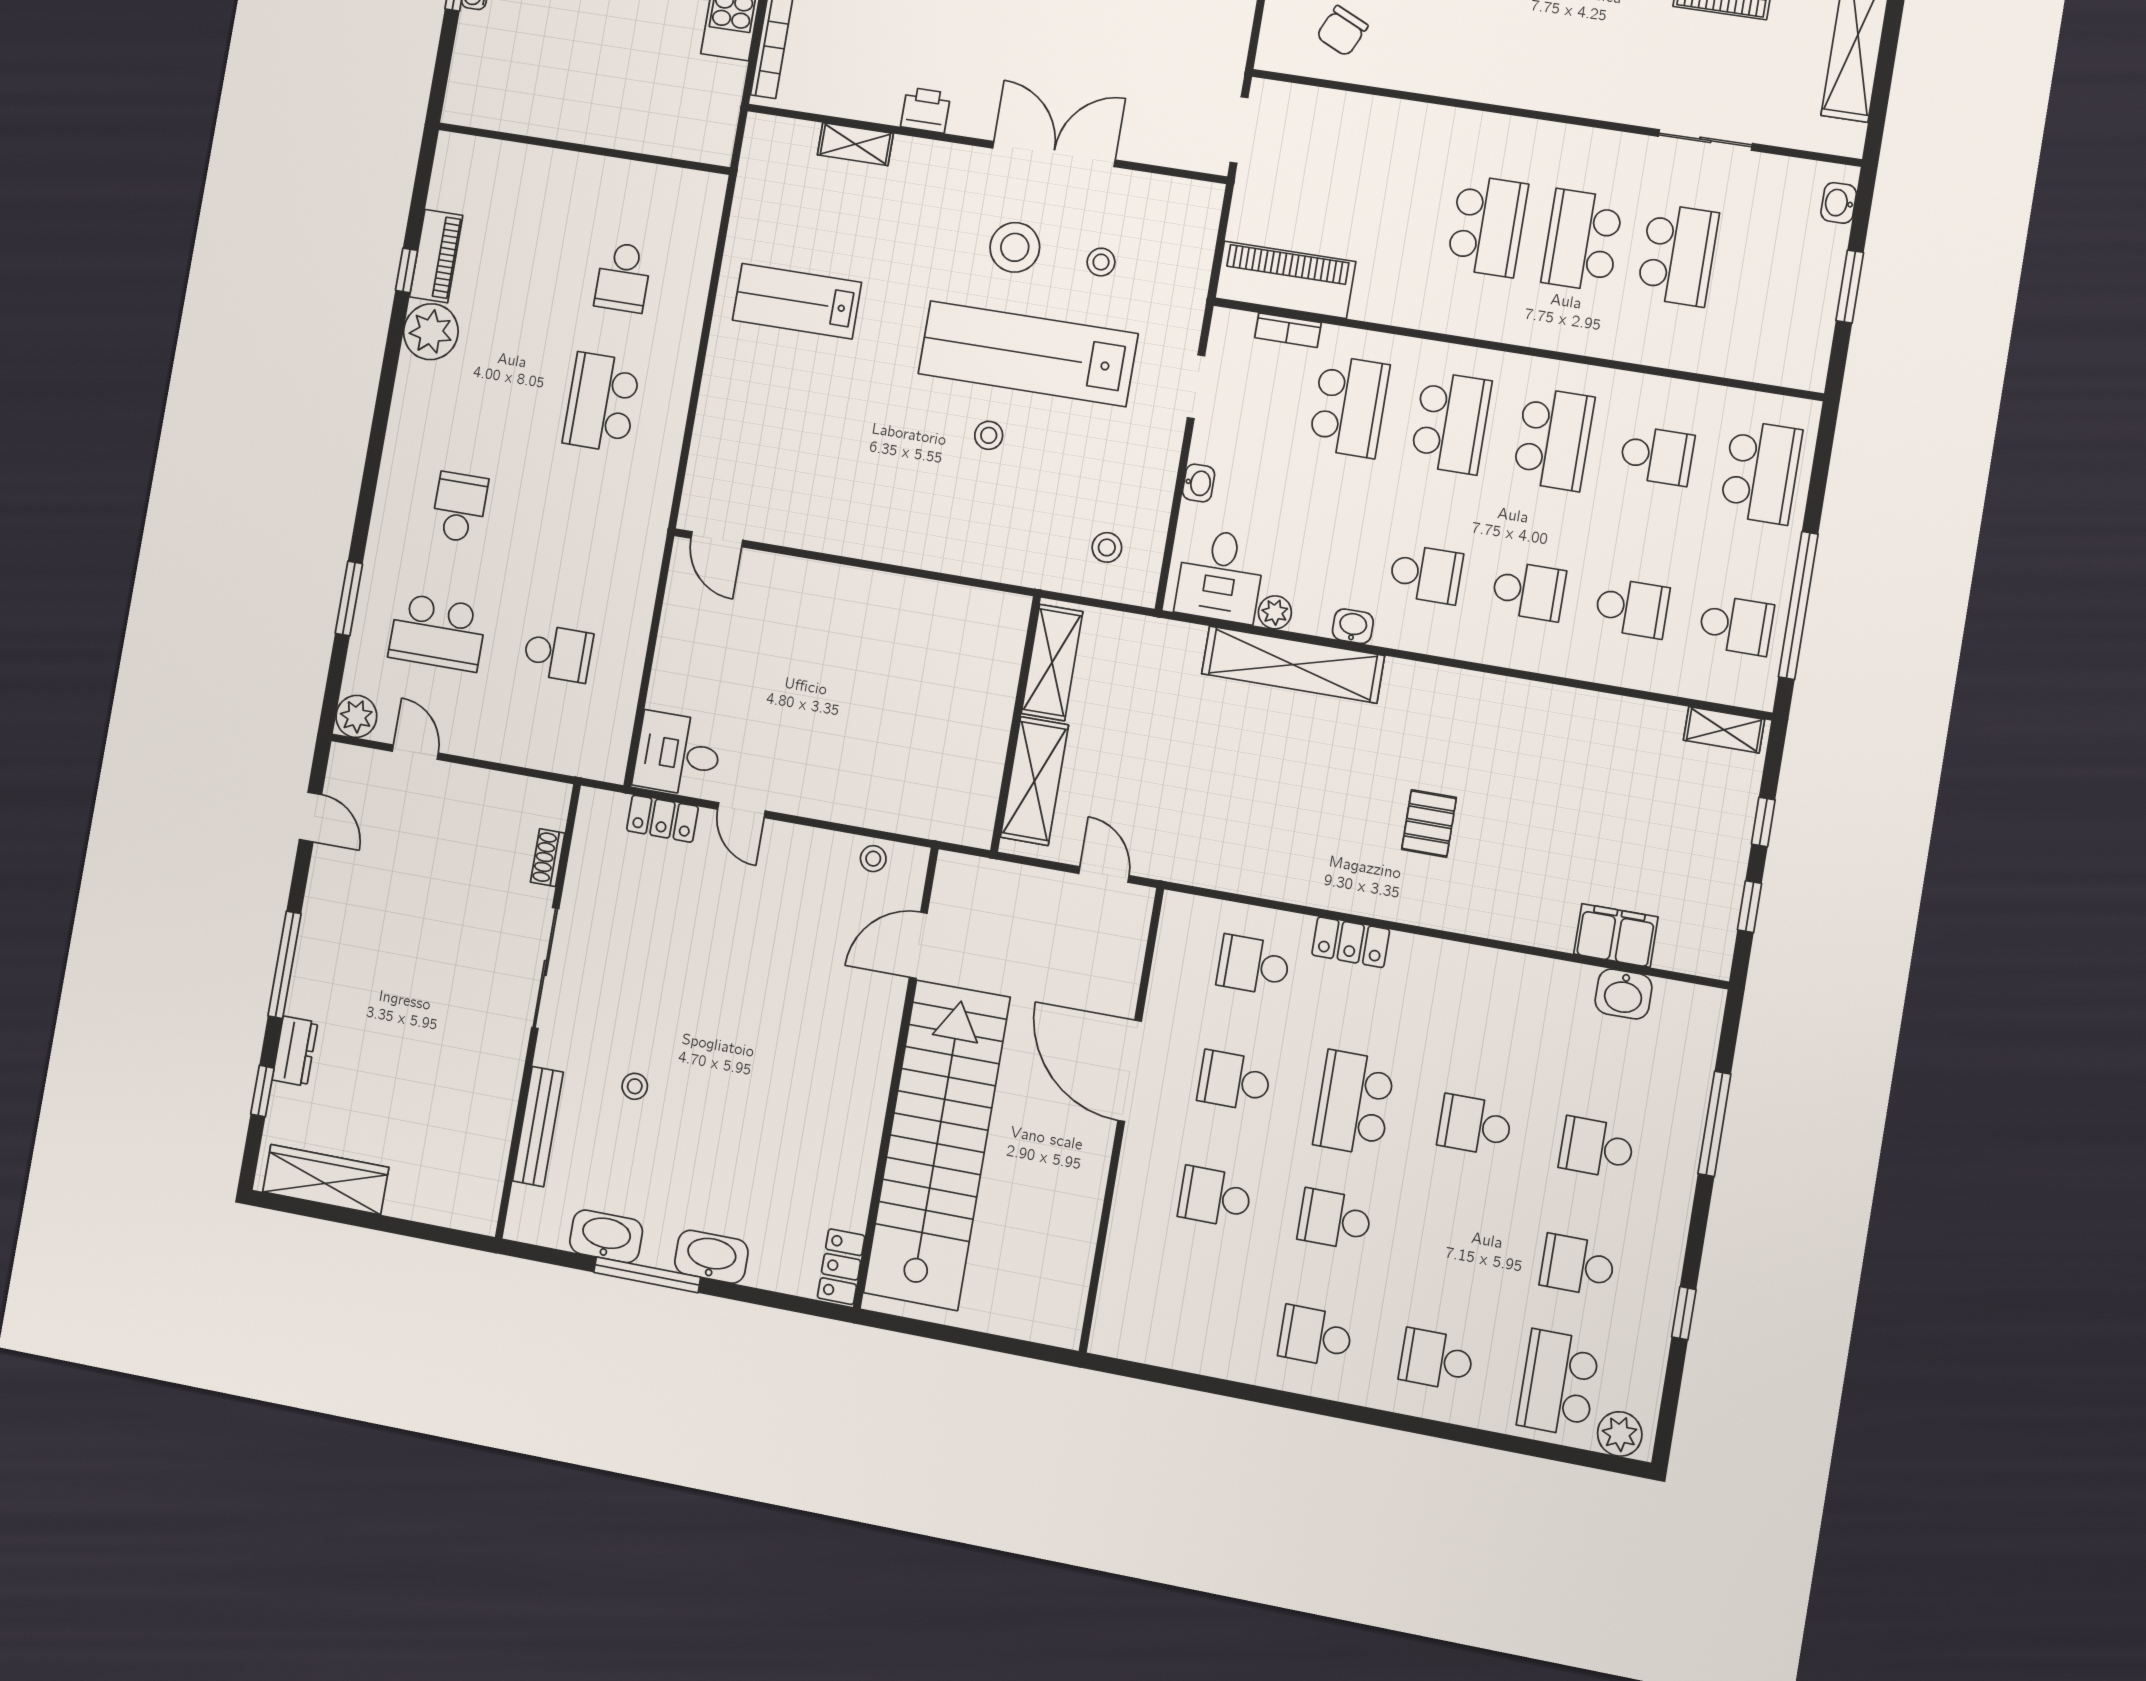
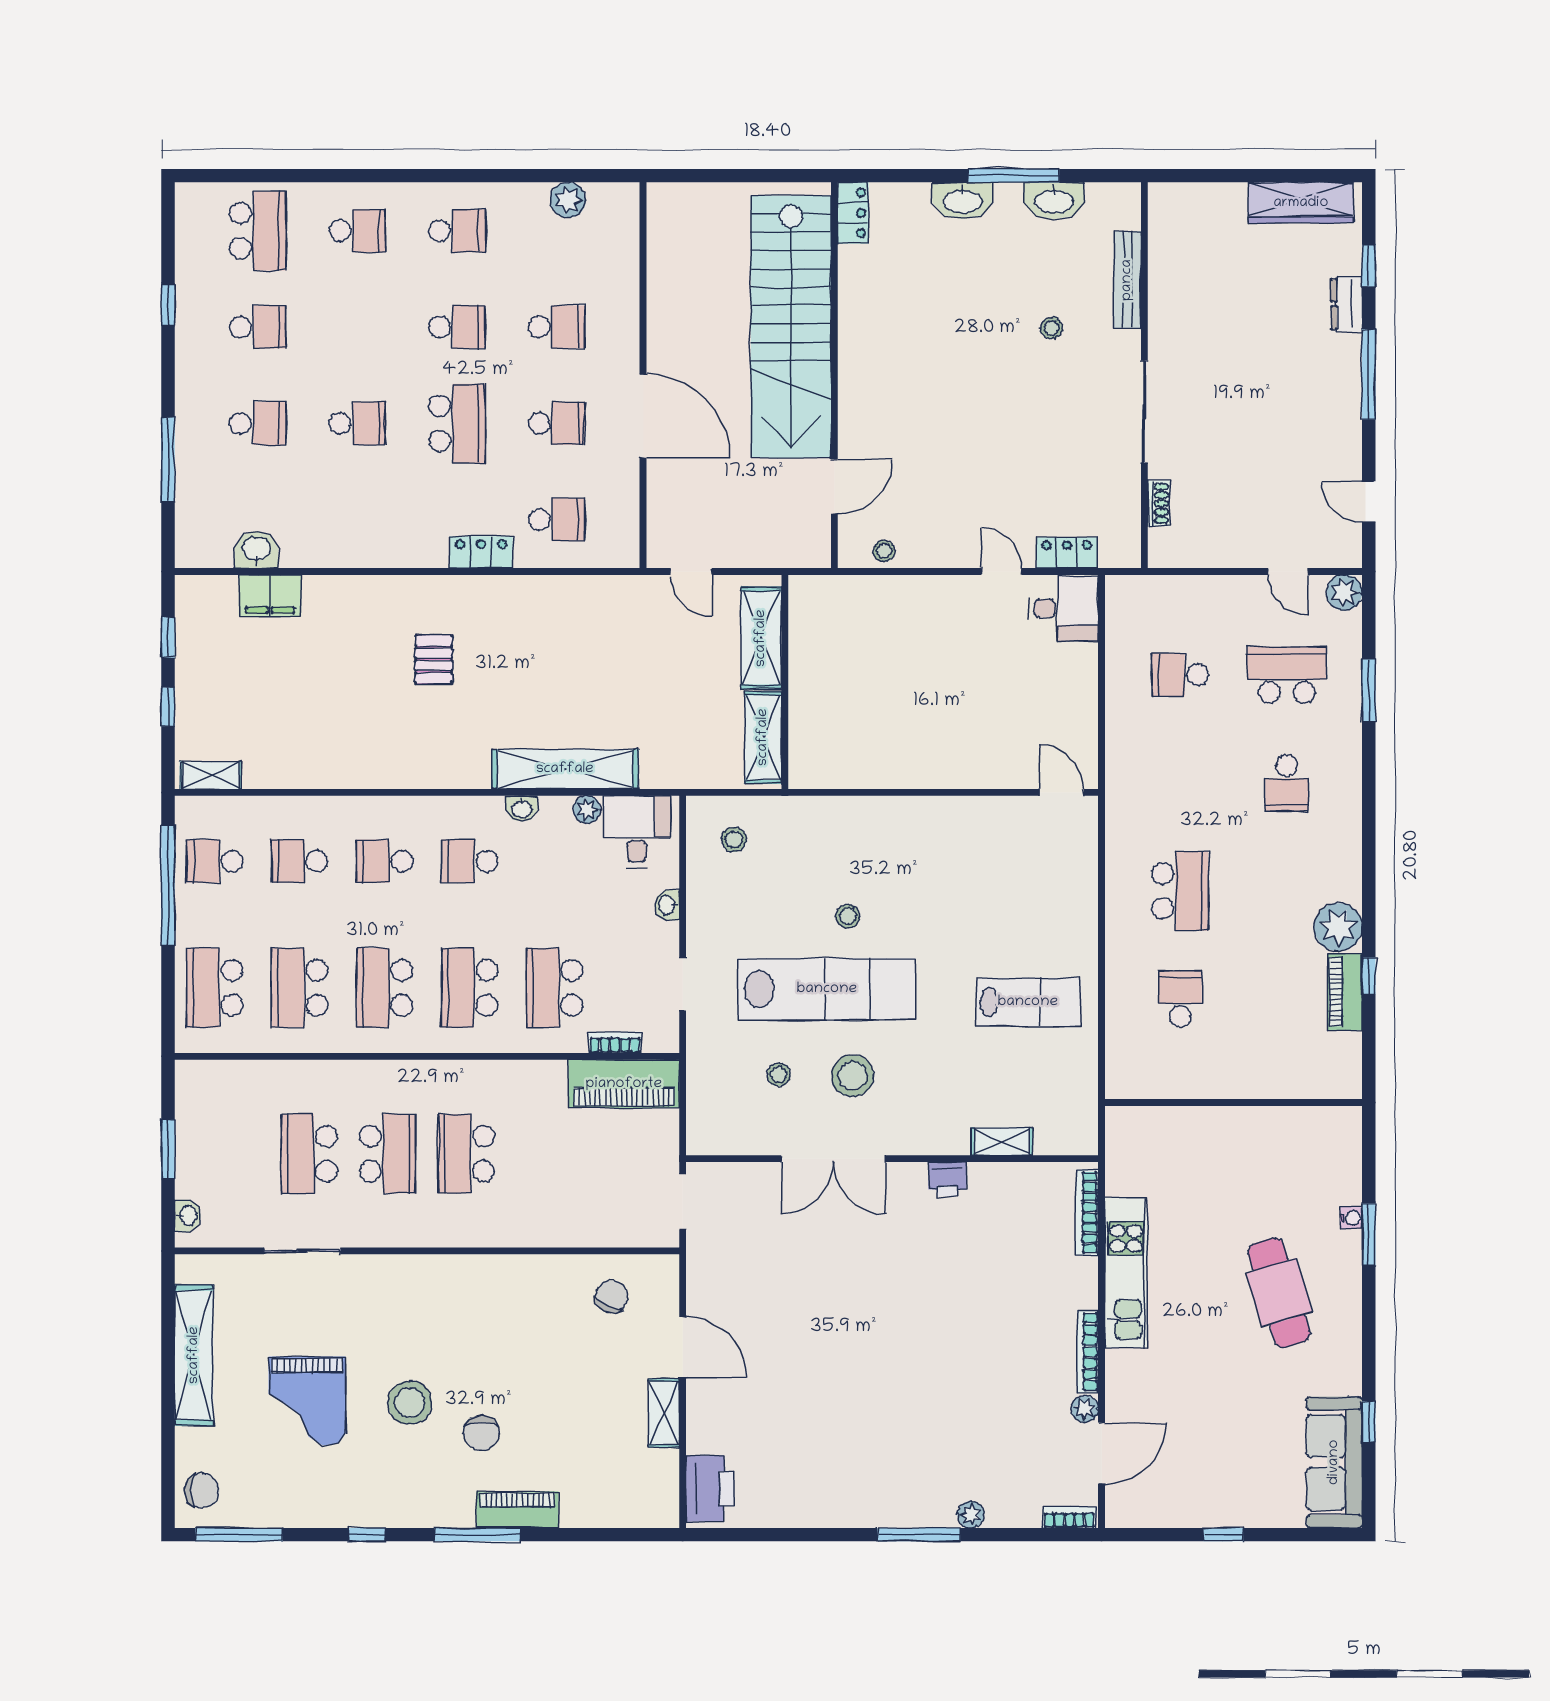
school desk: (1657, 456) -> (300, 988), width x1.85
plant: (1620, 1434) -> (568, 200), moved

